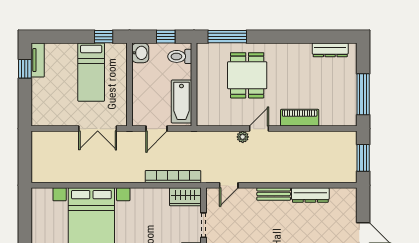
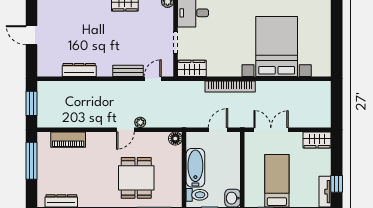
bathtub: (181, 101) -> (195, 168), moved
wardrobe: (47, 117) -> (317, 140), added
piano: (300, 118) -> (68, 140), moved
floor lamp: (204, 119) -> (175, 139), added
bookcase: (173, 177) -> (230, 86), moved
bench: (274, 194) -> (128, 71), moved

